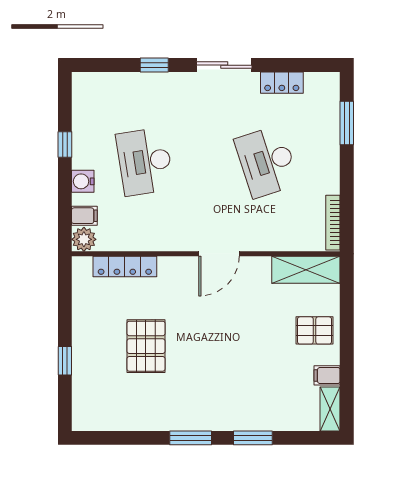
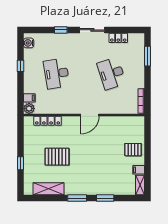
water cooler: (83, 181) -> (29, 43), moved
shelving: (306, 270) -> (49, 189), moved
pallet: (146, 346) -> (57, 157), turned 90

